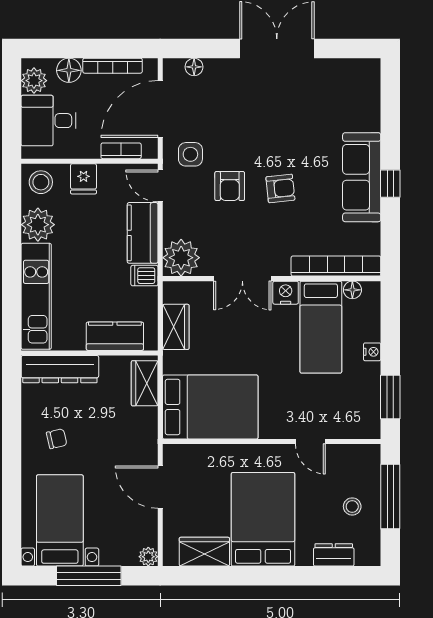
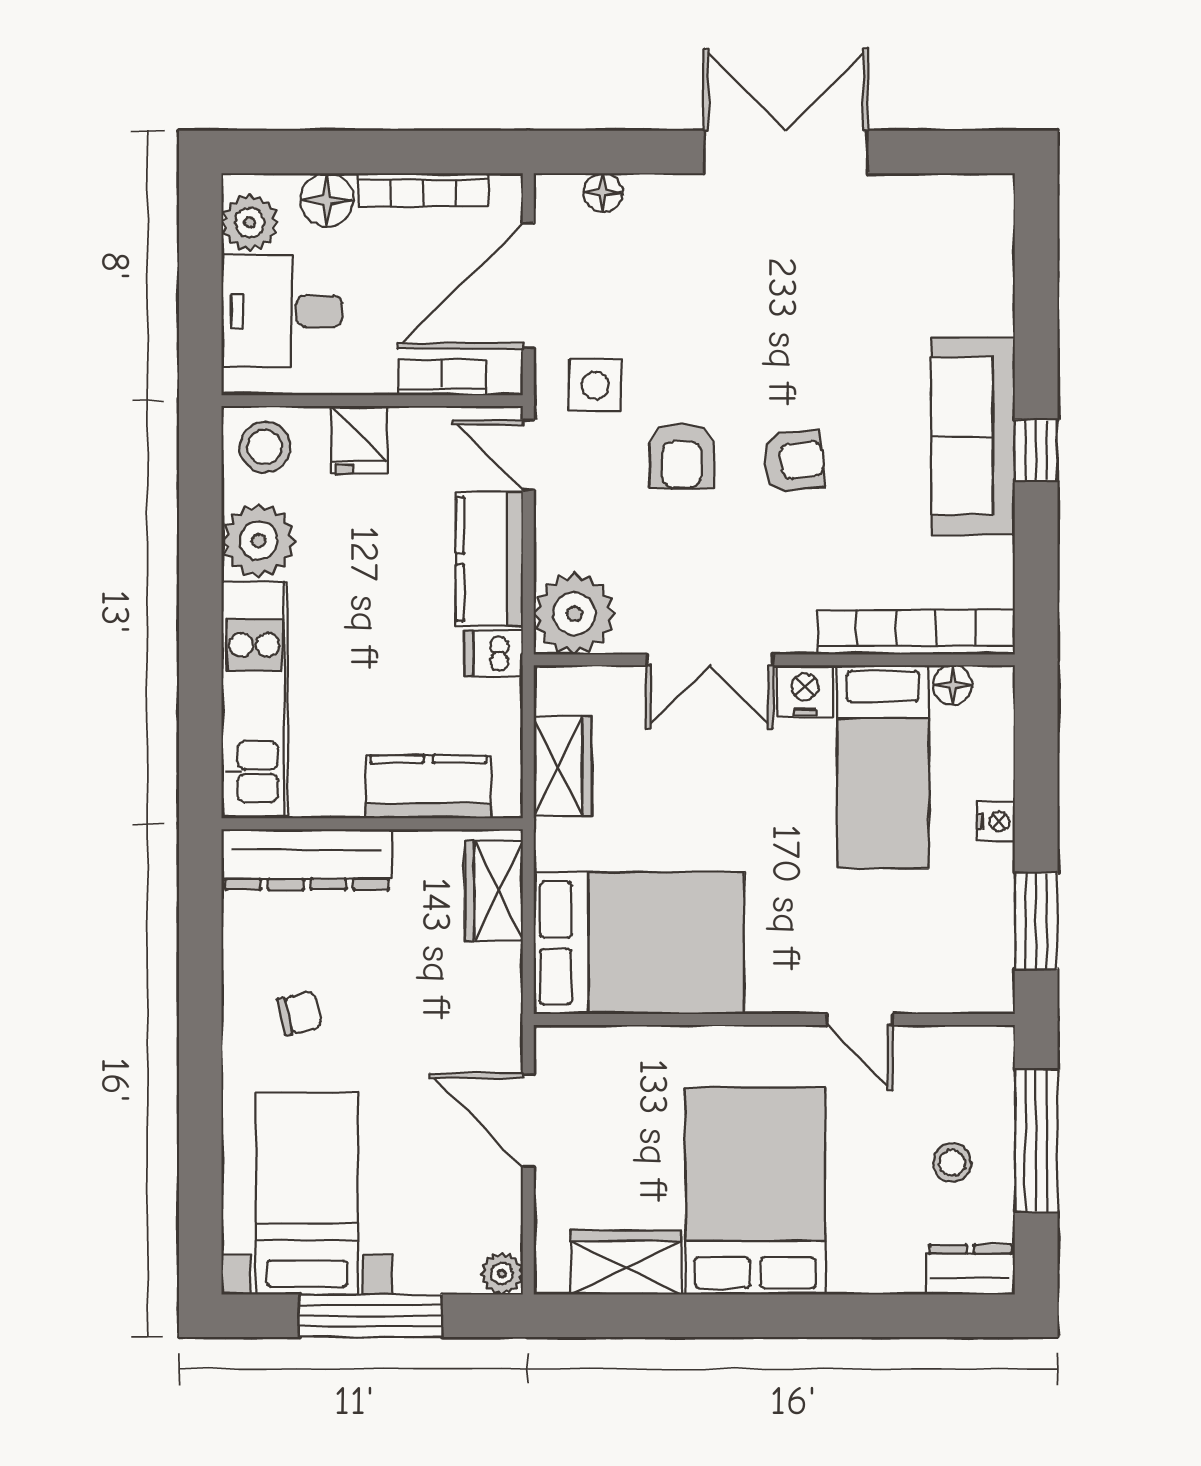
dresser: (334, 555) -> (970, 1270), moved

